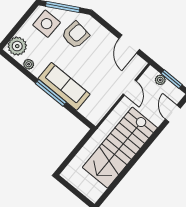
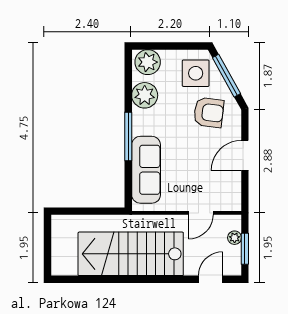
door: (129, 44) -> (245, 156), moved
plant: (29, 64) -> (145, 95), width x1.87, depth x1.87
sofa: (64, 86) -> (146, 170), moved

